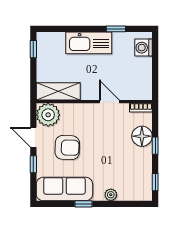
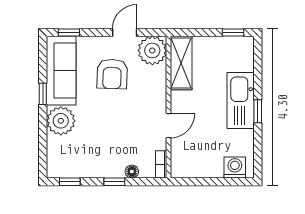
window: (116, 29) -> (258, 111), moved
floor lamp: (142, 136) -> (132, 172), width x0.53, depth x0.53
window: (33, 164) -> (69, 32), moved
plant: (111, 195) -> (61, 121), width x1.88, depth x1.88

